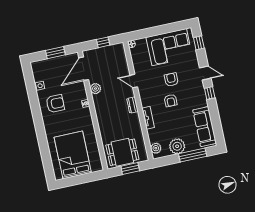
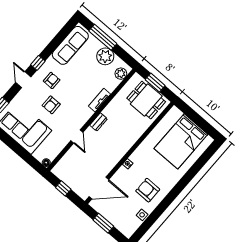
plant: (96, 89) -> (108, 165), removed
armchair: (171, 101) -> (52, 80), moved

